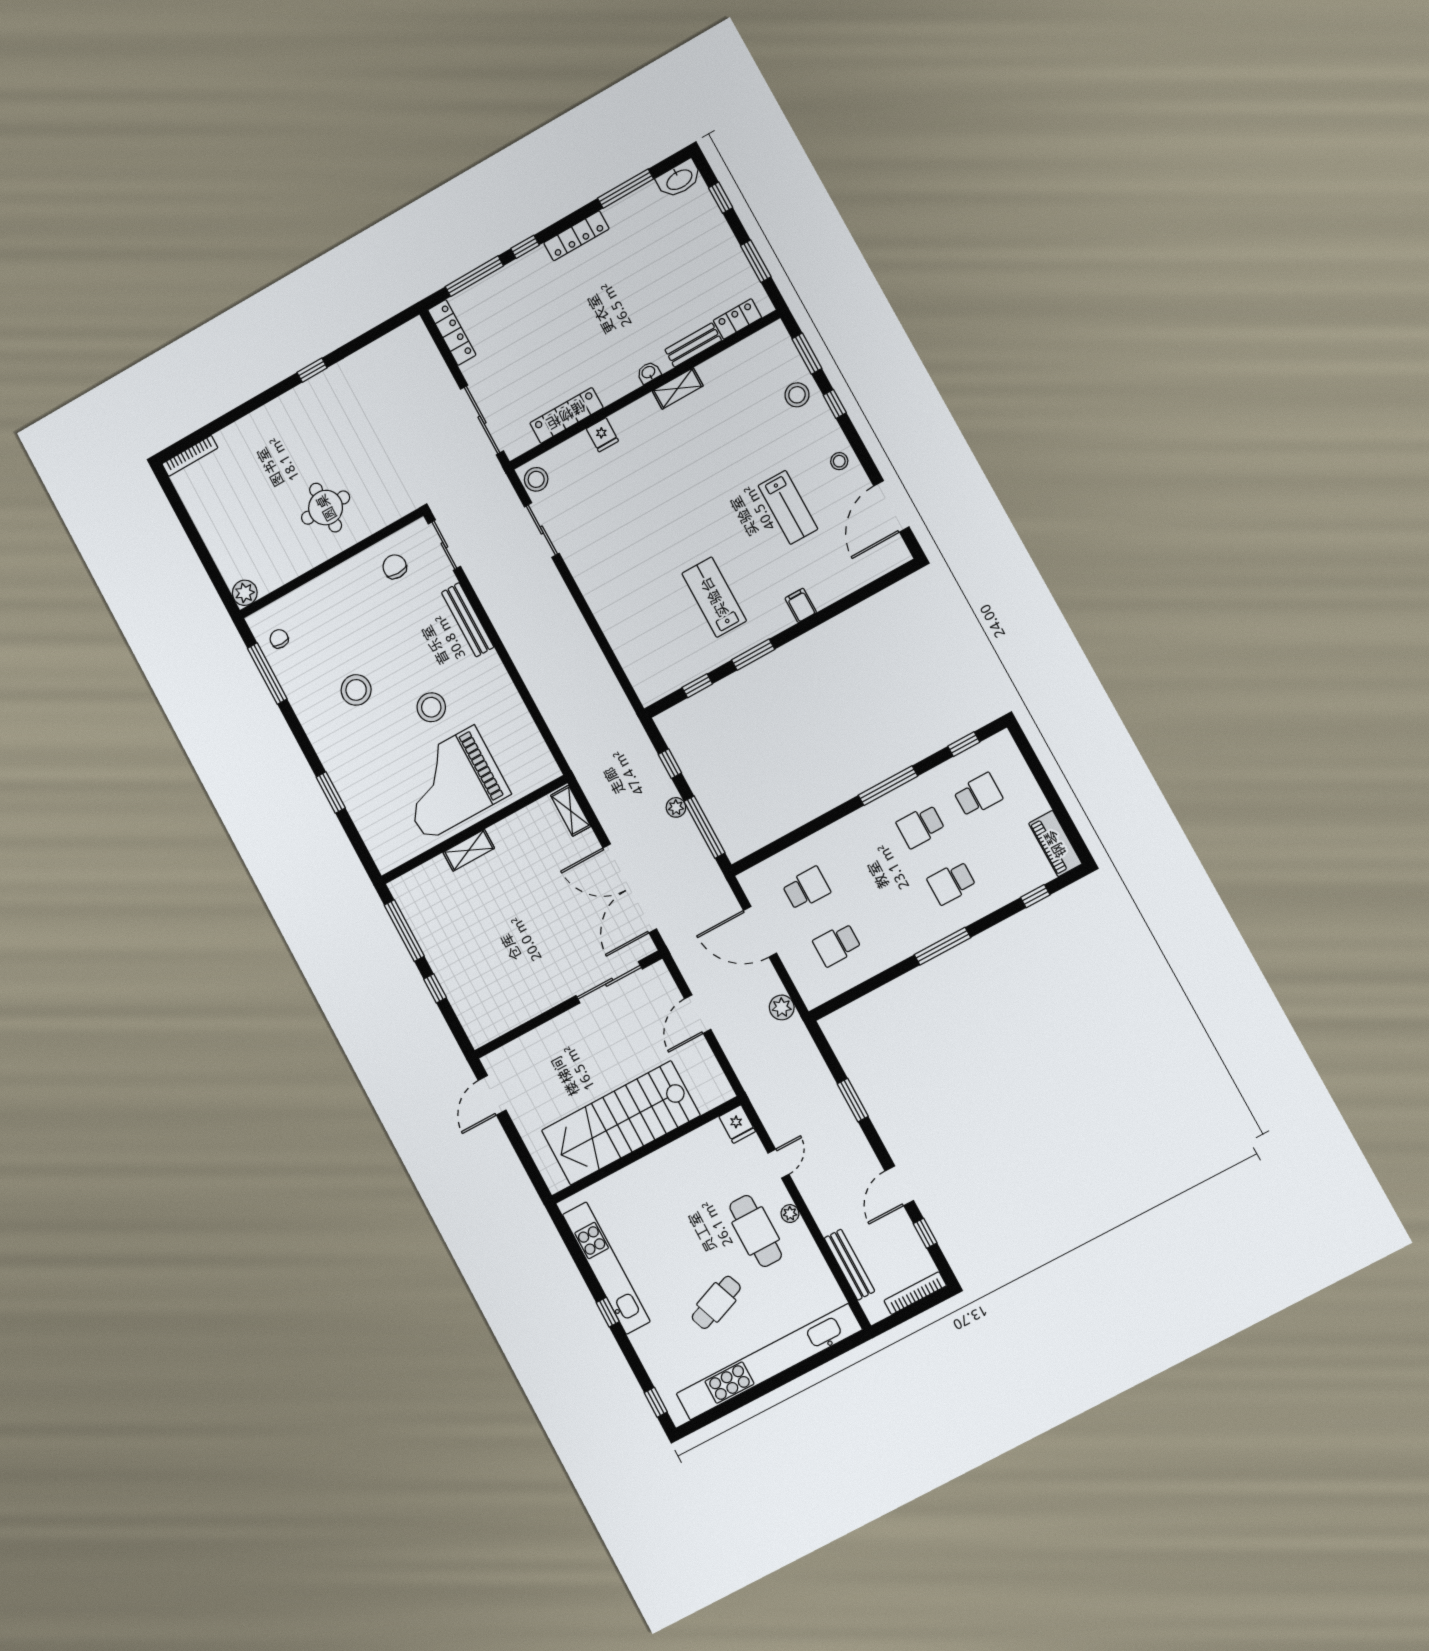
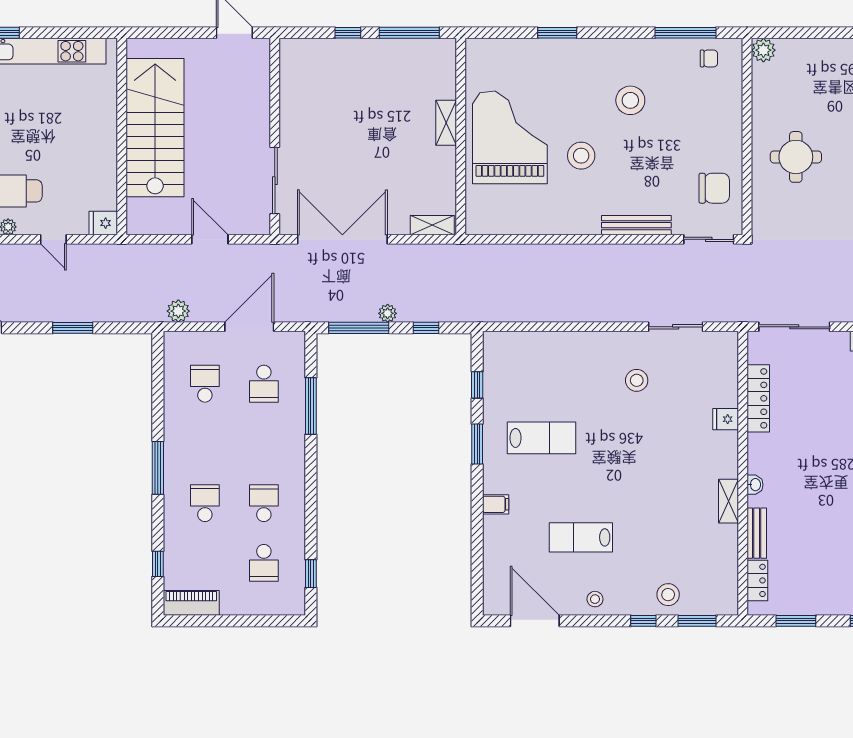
stool: (536, 479) -> (637, 380), moved
chair: (395, 567) -> (714, 188), width x1.37, depth x1.37
window: (888, 786) -> (311, 406), moved

